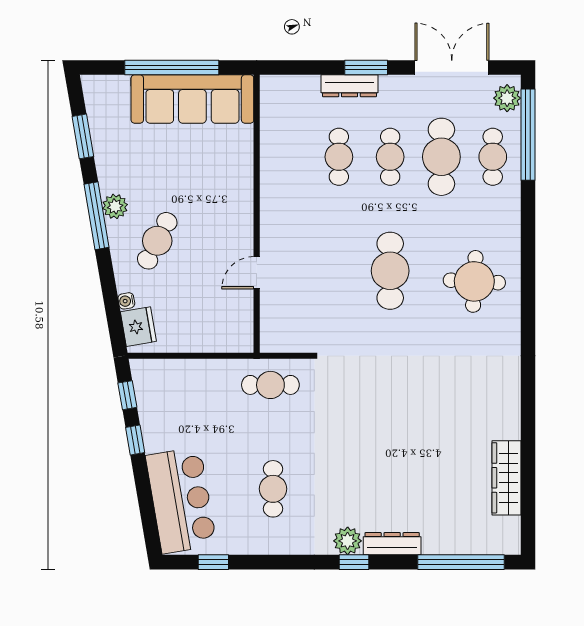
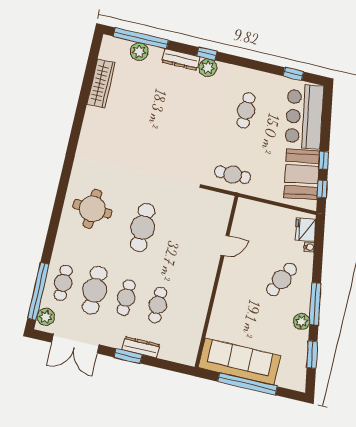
plant: (115, 206) -> (302, 321), moved
booth: (164, 411) -> (302, 174), added
plant: (459, 541) -> (139, 52), added

